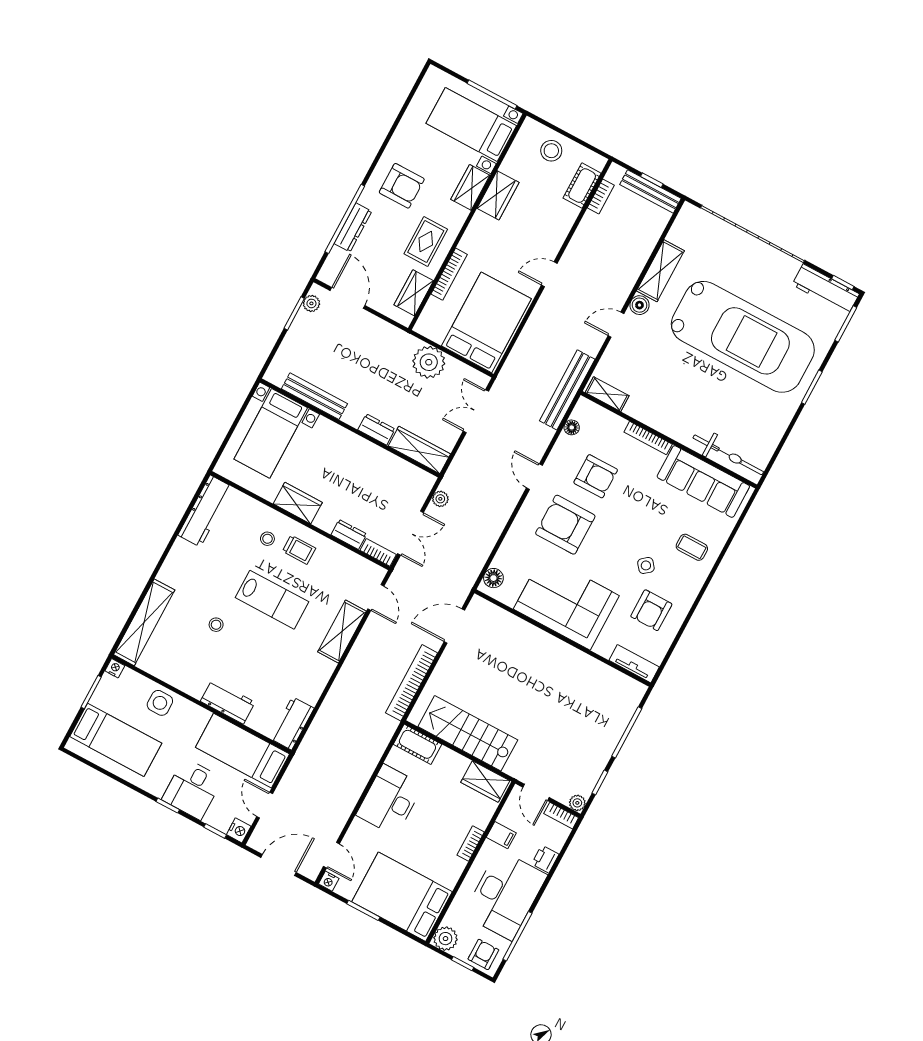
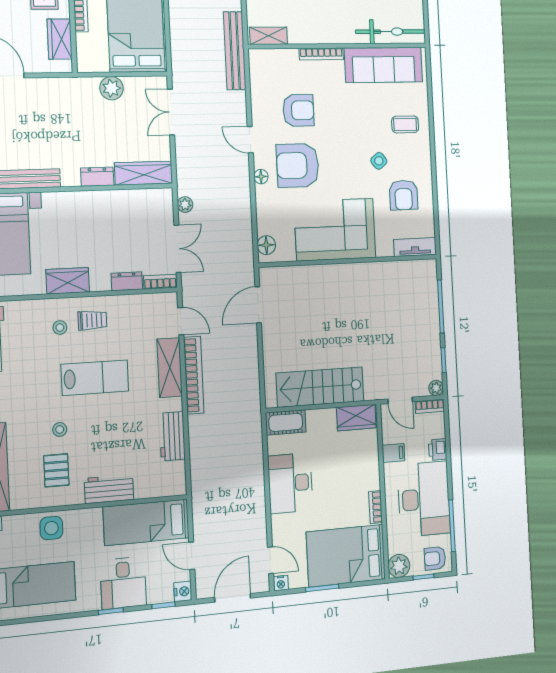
plant: (429, 362) -> (112, 88), width x0.73, depth x0.73
floor lamp: (572, 427) -> (261, 177), moved
pallet: (193, 657) -> (56, 470), added
bookcase: (412, 683) -> (194, 375), moved, turned 180
workbench: (292, 723) -> (172, 436), moved
bookcase: (471, 843) -> (376, 507), moved
armchair: (483, 954) -> (435, 558), turned -90

